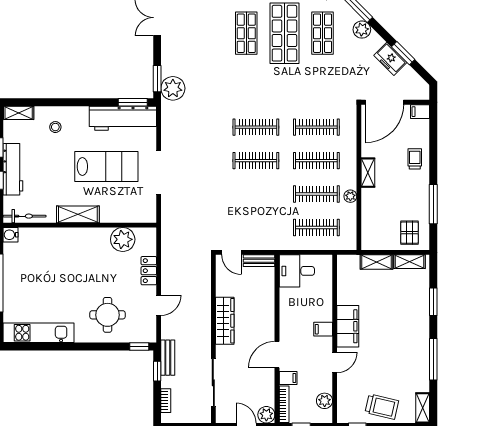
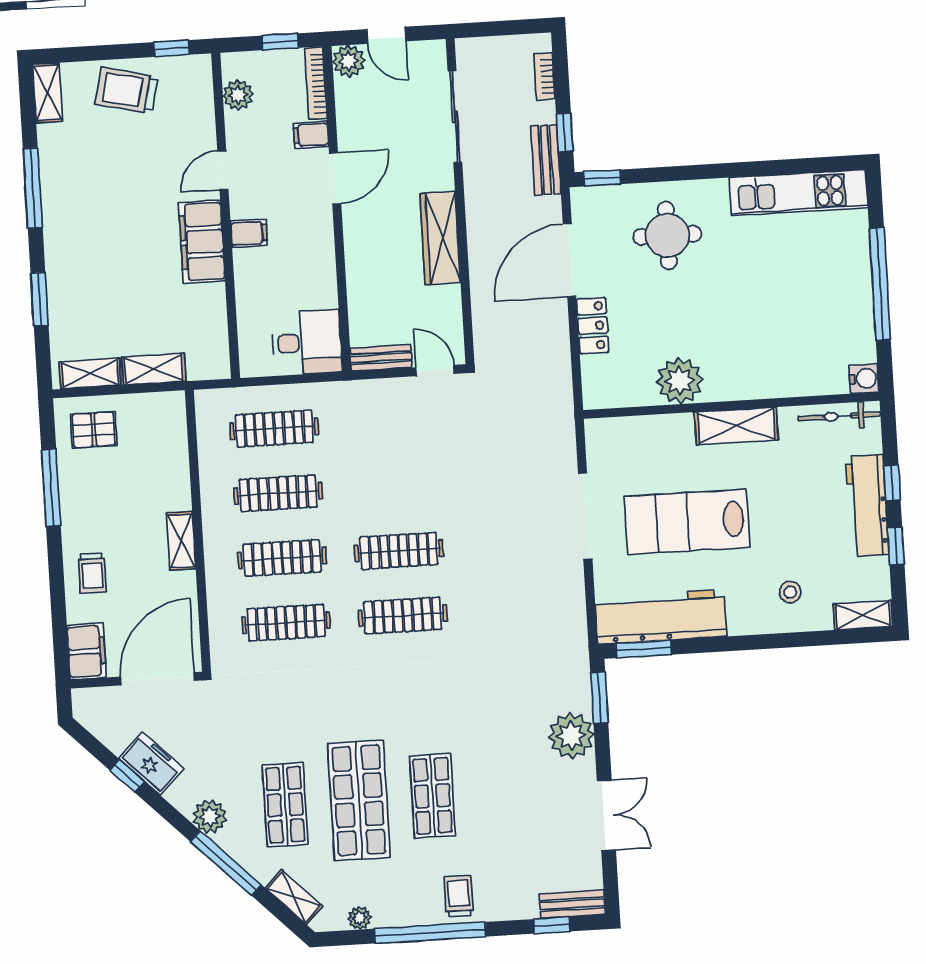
window: (403, 53) -> (127, 776), width x0.67
plant: (173, 88) -> (571, 736), moved
filing cabinet: (420, 112) -> (87, 651), width x2.00
plant: (350, 196) -> (212, 493), removed
pallet: (409, 233) -> (94, 430), turned 90
plant: (123, 239) -> (680, 381), moved
door: (159, 305) -> (570, 260), width x1.88

